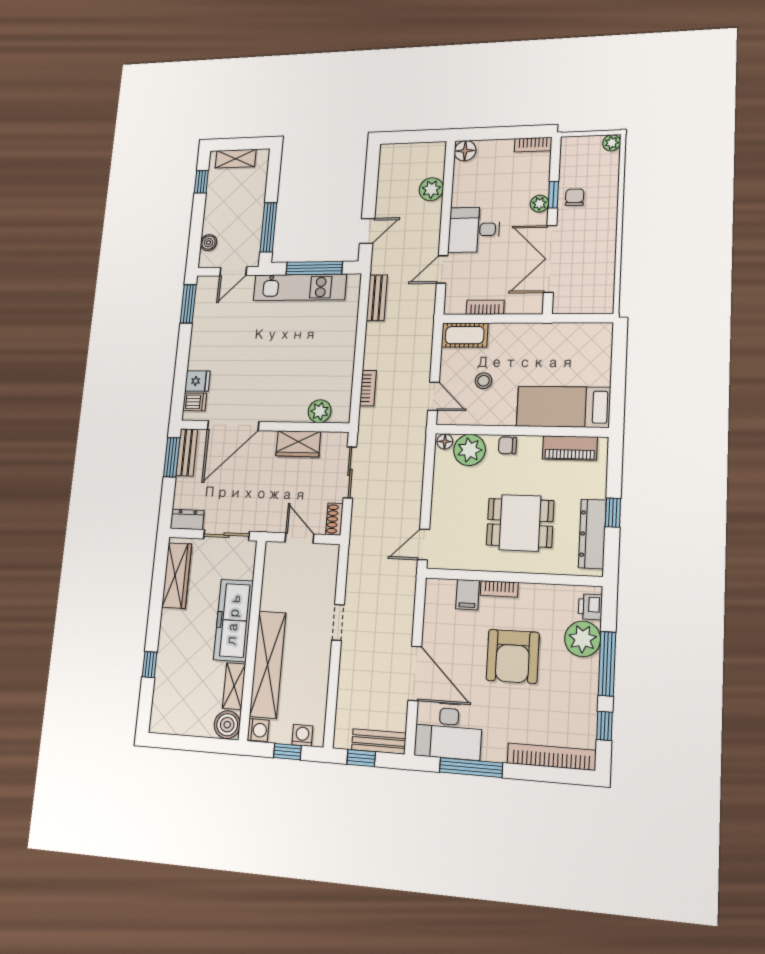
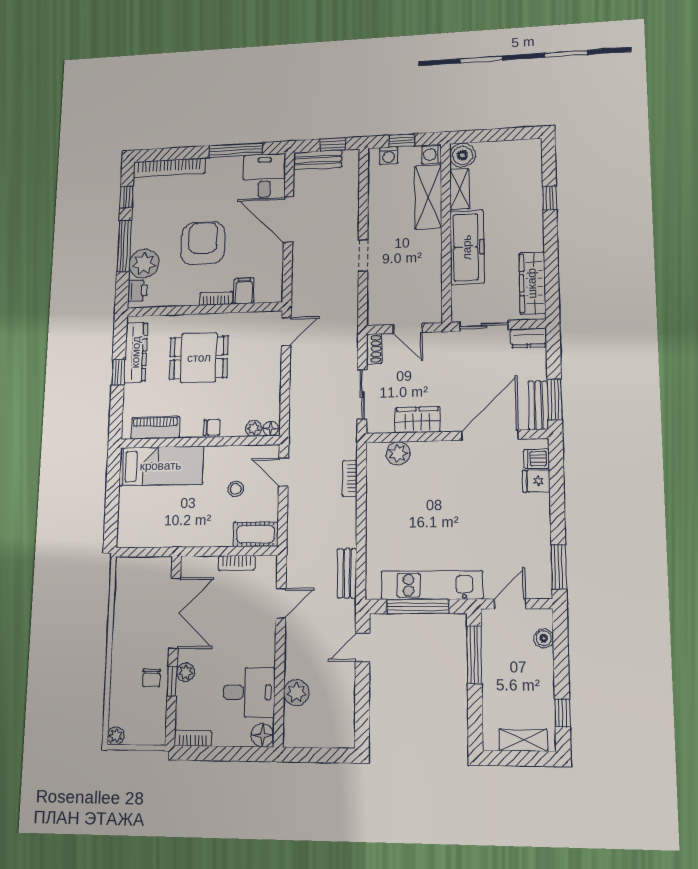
desk: (474, 230) -> (249, 692), moved
plant: (469, 450) -> (254, 428), width x0.53, depth x0.53
shelving: (268, 664) -> (428, 197), width x0.68
desk: (448, 731) -> (264, 176), width x0.73

